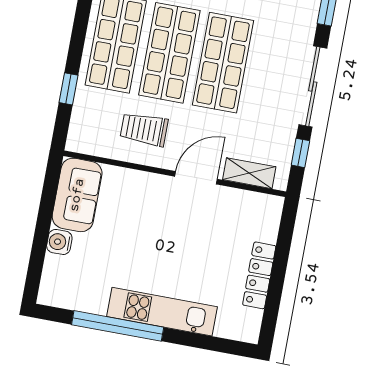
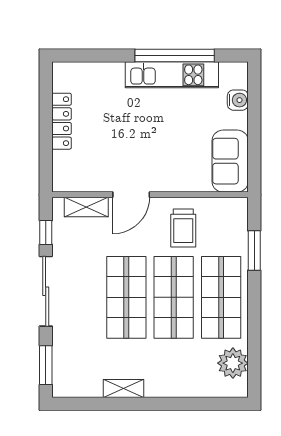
window: (69, 89) -> (254, 250), width x1.50
trolley: (144, 129) -> (183, 228), turned 90
water cooler: (59, 242) -> (238, 100), moved
kitchen unit: (162, 312) -> (172, 75), moved

